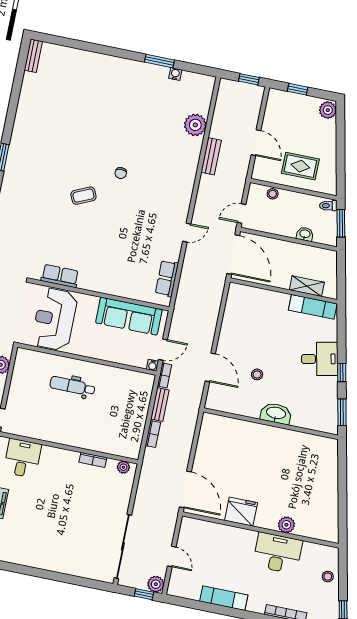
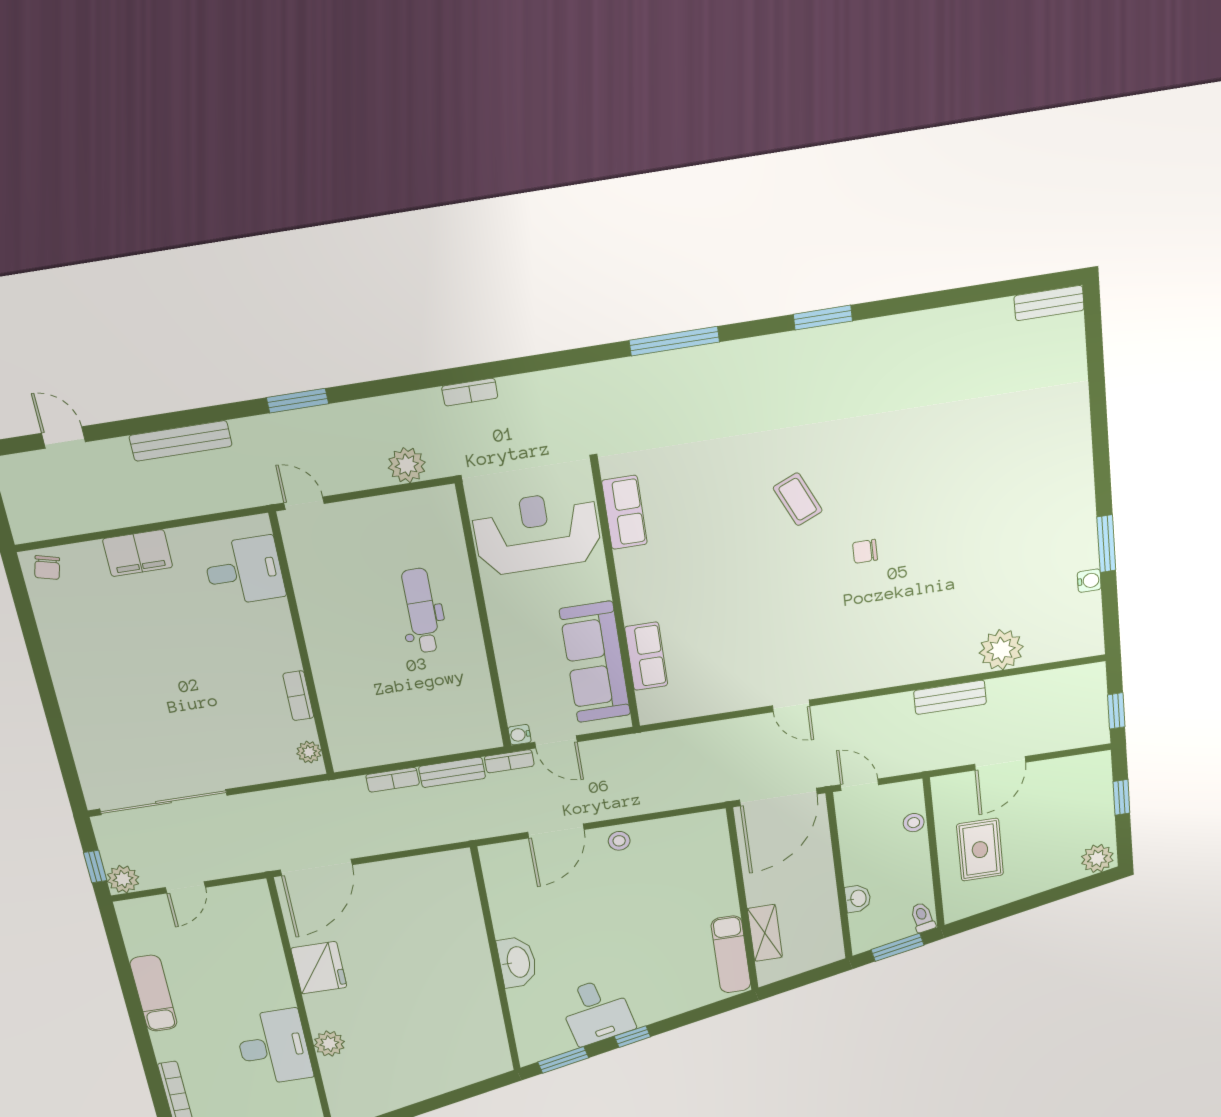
row of seats: (167, 278) -> (646, 656), moved, turned 90
desk: (320, 359) -> (596, 1012), moved
stool: (257, 374) -> (619, 841), moved

